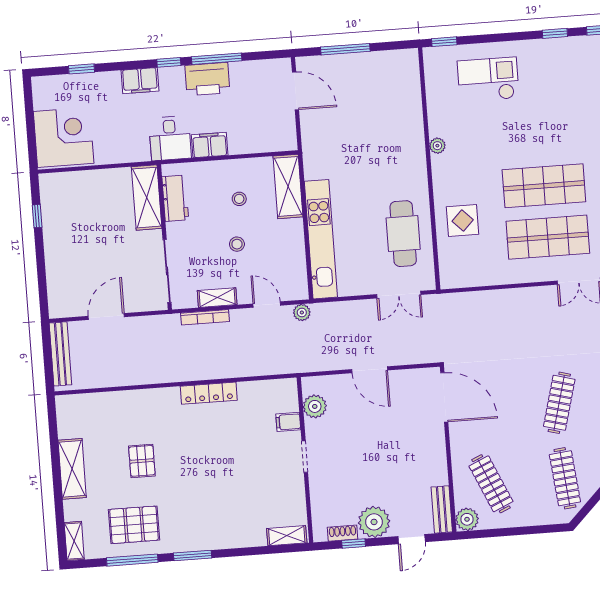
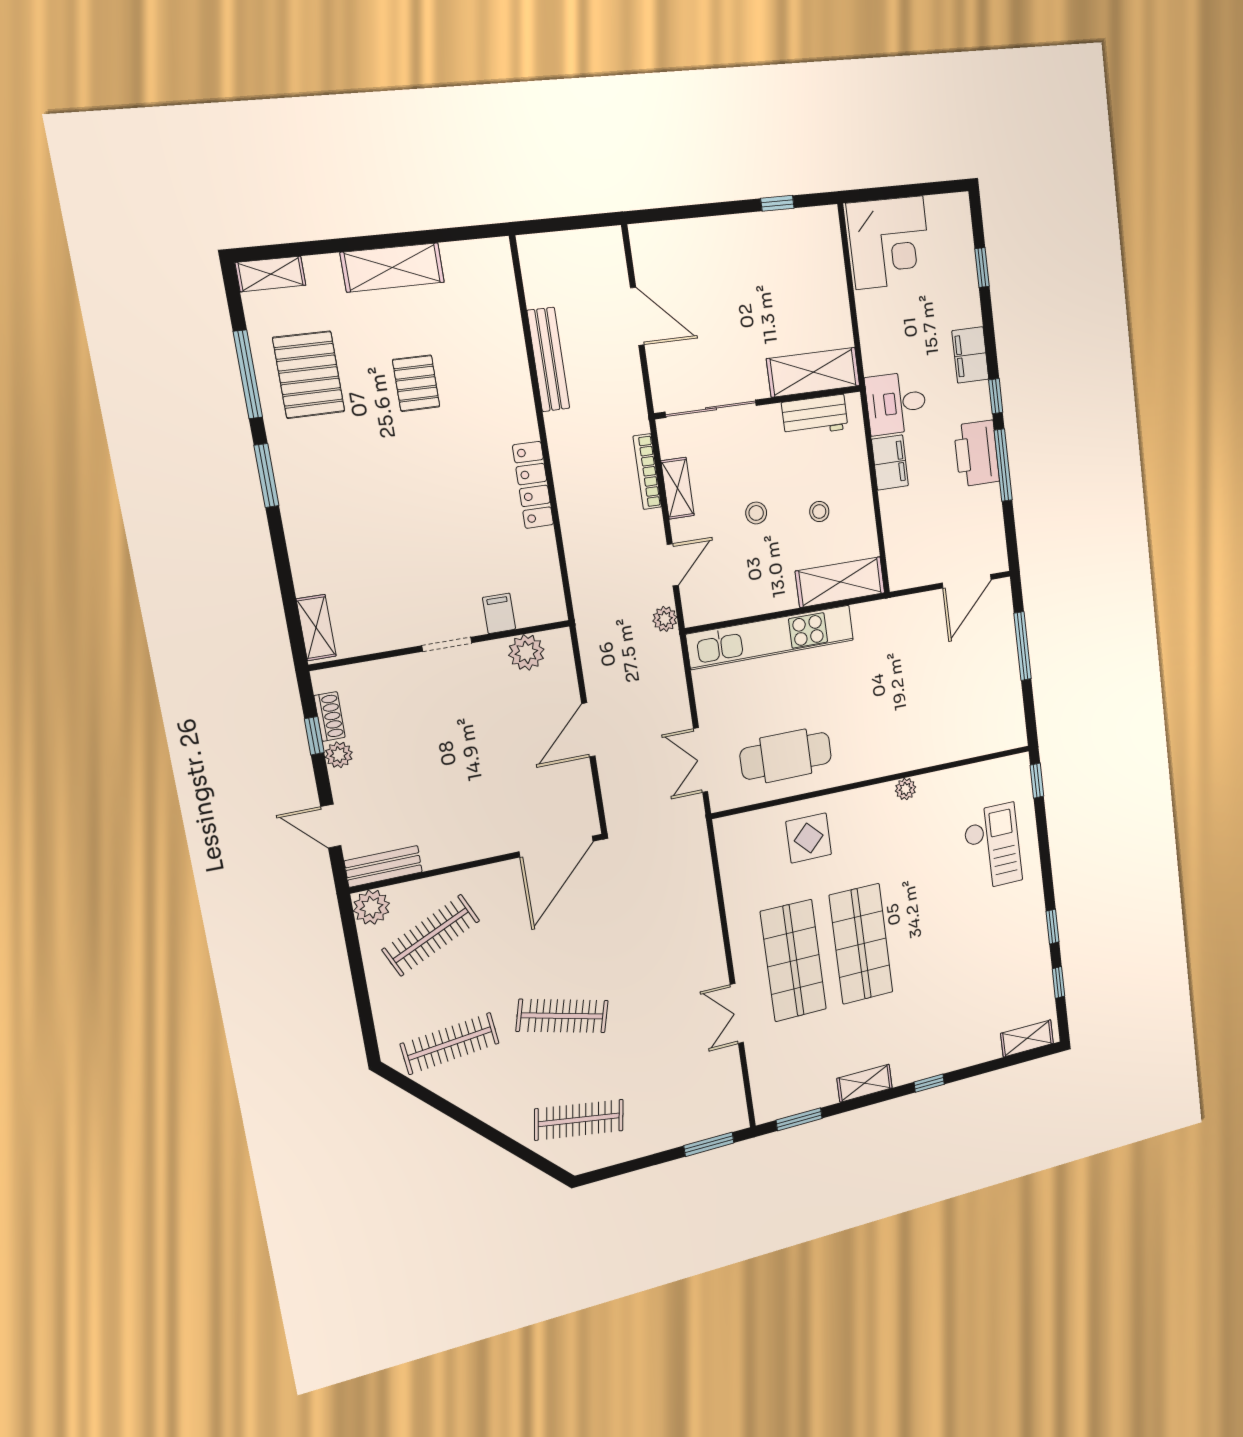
bench: (60, 354) -> (548, 360), moved, turned 90
pallet: (142, 461) -> (416, 383), turned 90
plant: (374, 522) -> (339, 755), width x0.53, depth x0.53

